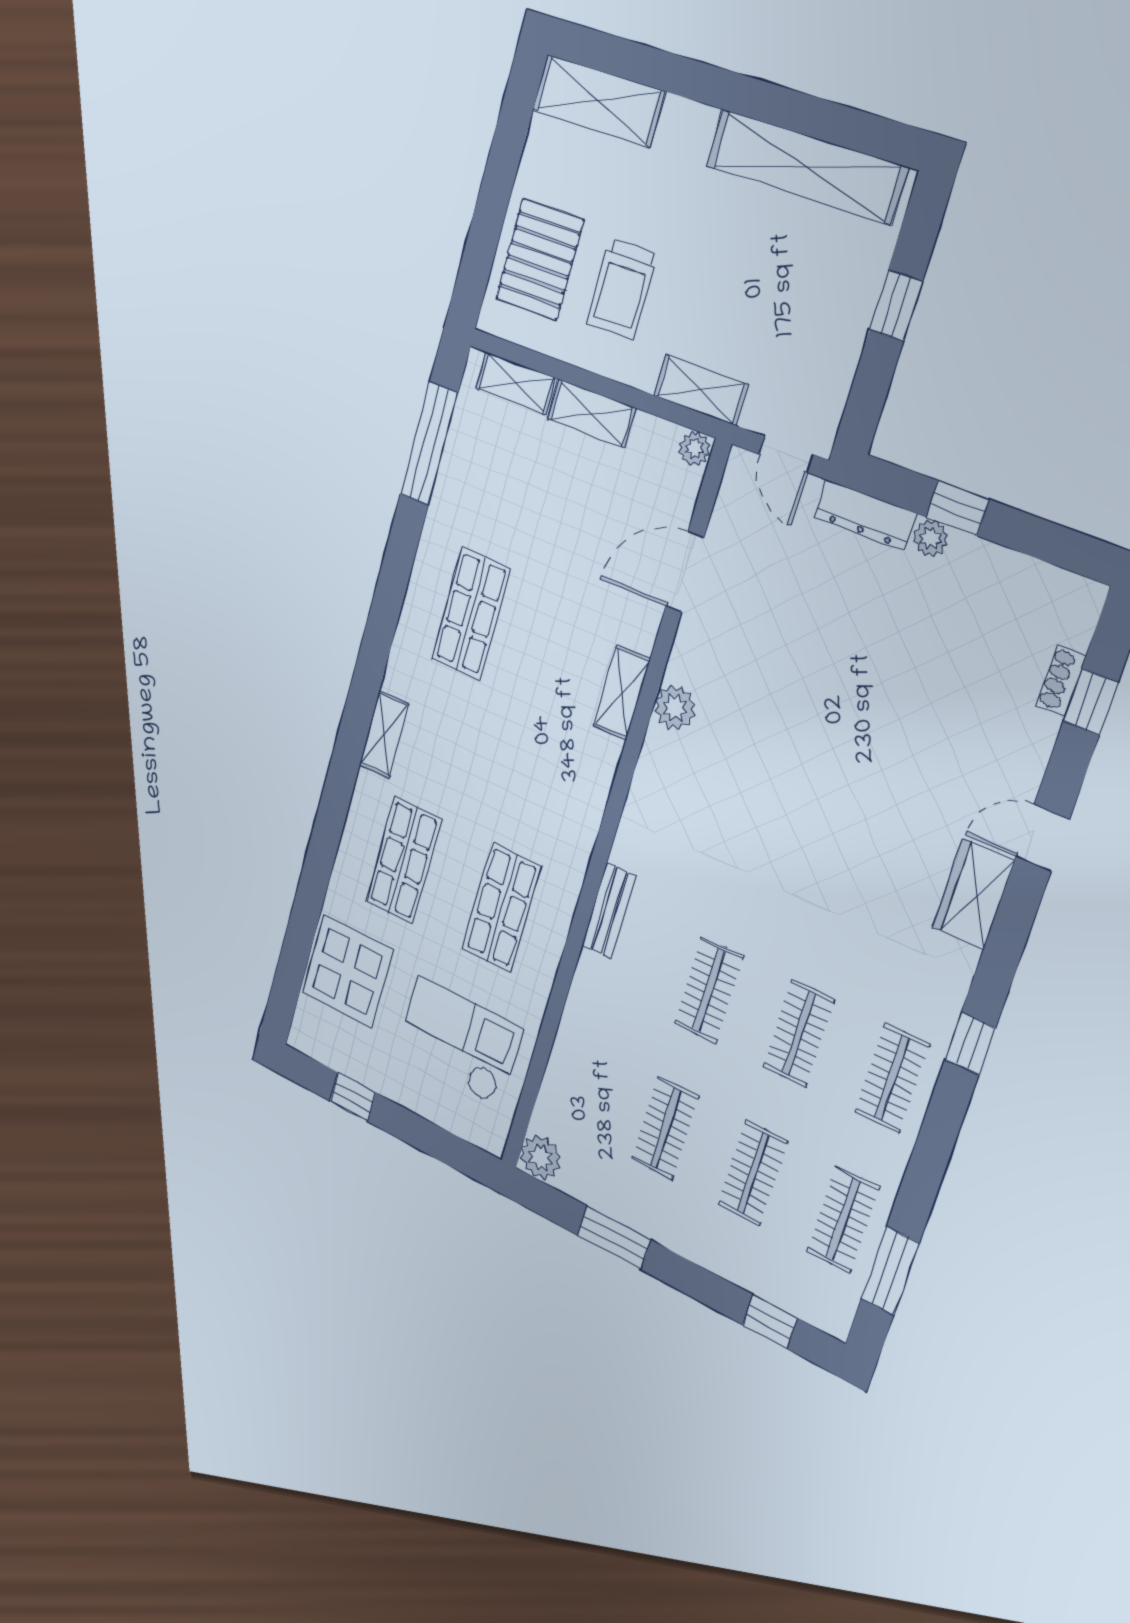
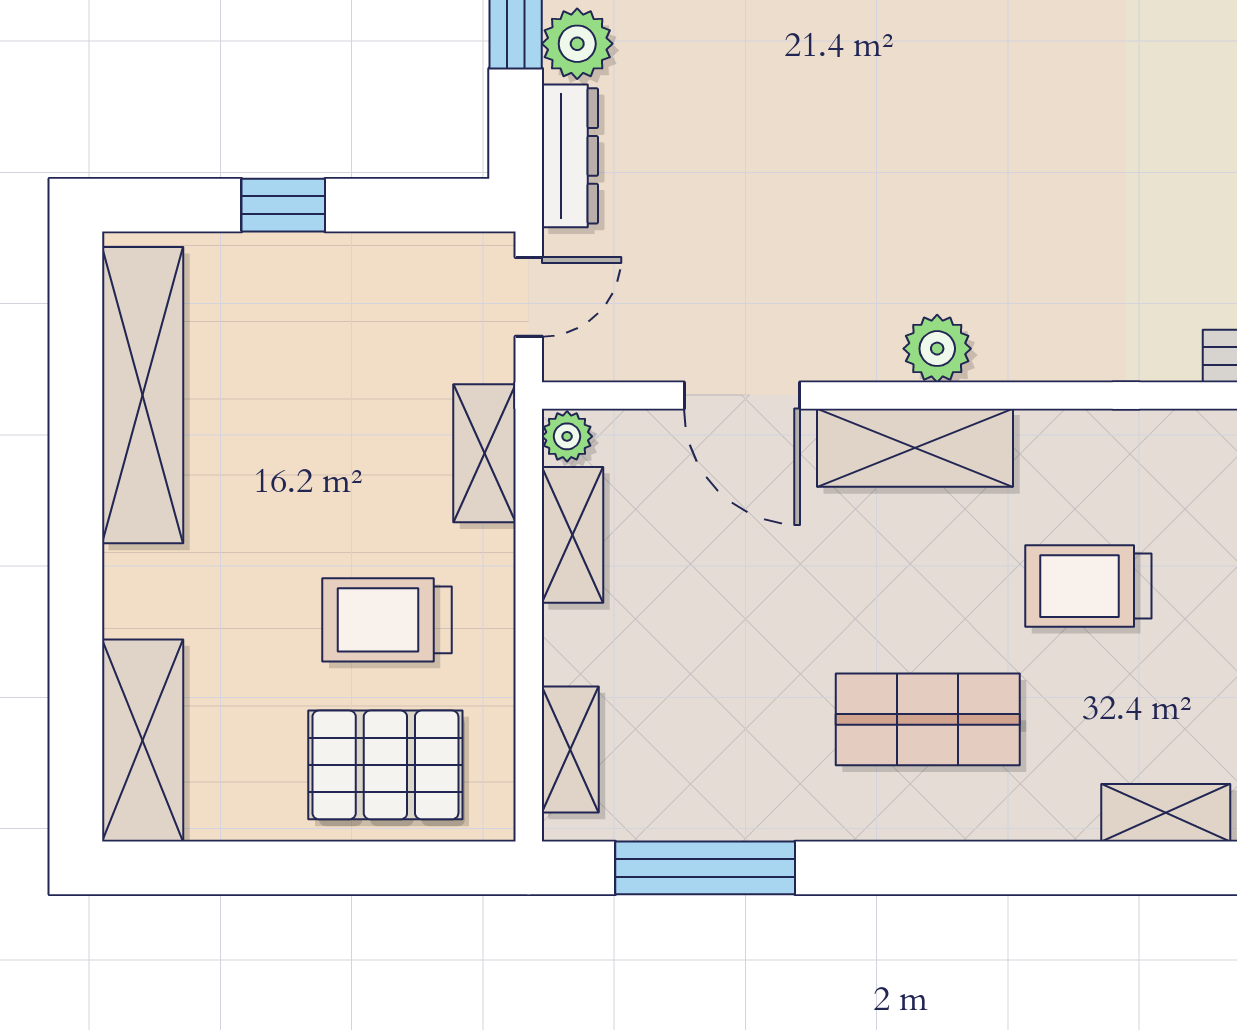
trolley: (622, 290) -> (387, 620), turned 180
shelving: (592, 413) -> (572, 535), moved
plant: (930, 538) -> (577, 44), width x1.38, depth x1.38
shelving: (622, 692) -> (915, 448), width x1.50, depth x1.33
trolley: (515, 743) -> (1088, 586), added

